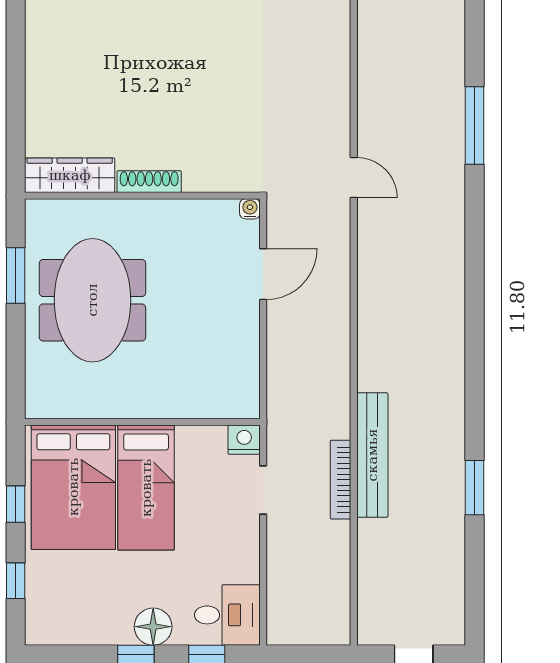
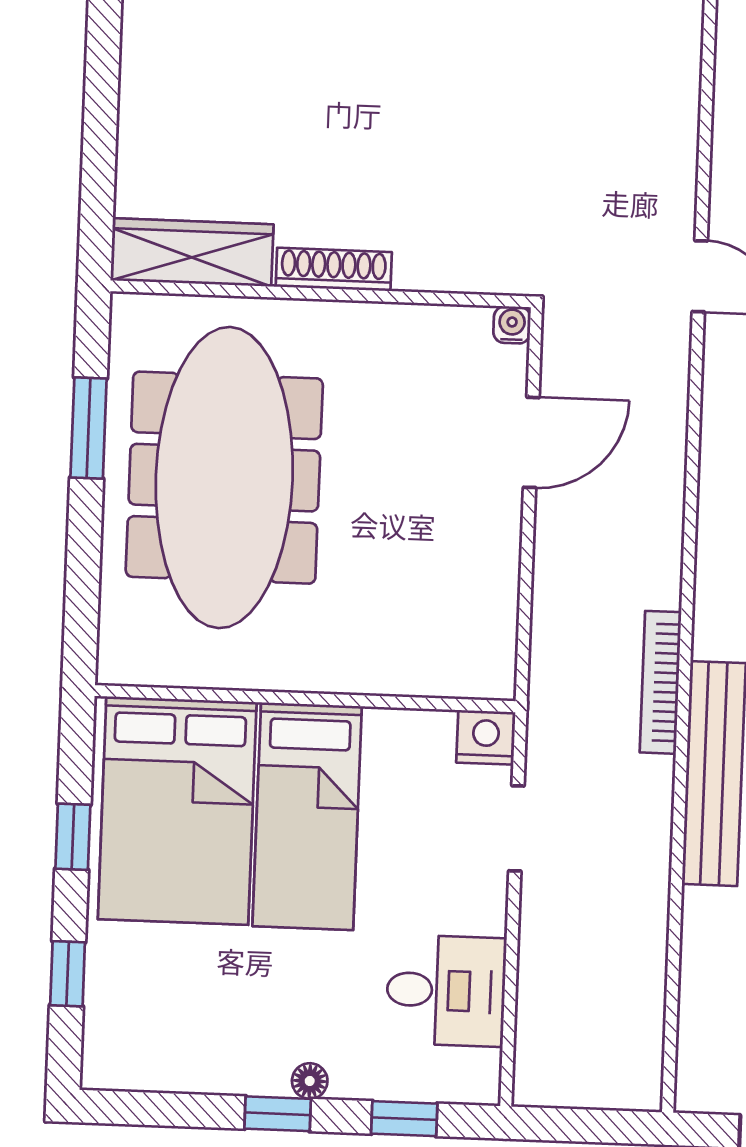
meeting table: (92, 300) -> (224, 478), width x1.36
bookcase: (341, 480) -> (661, 682), moved
desk: (227, 615) -> (446, 991), moved
floor lamp: (153, 627) -> (310, 1081), width x0.53, depth x0.53

